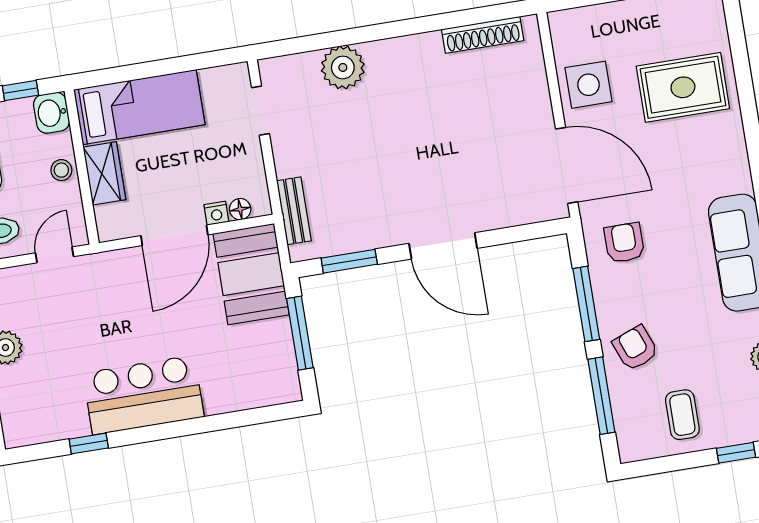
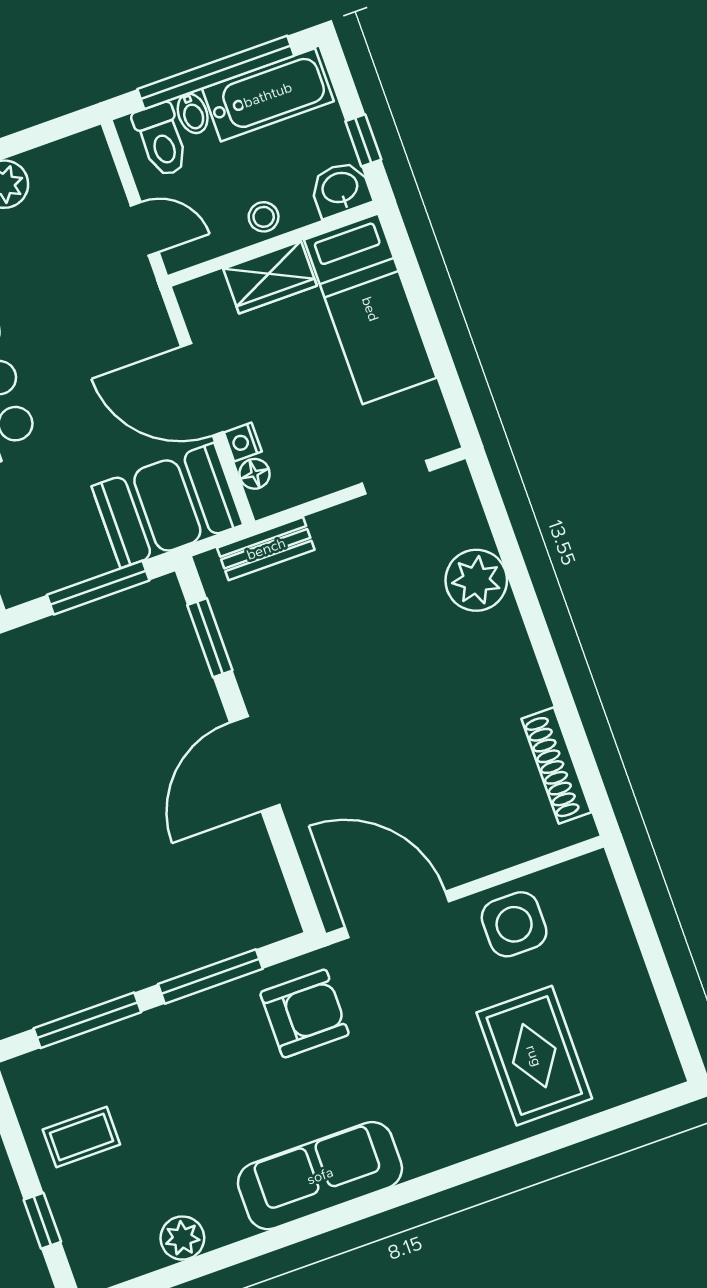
door: (567, 165) -> (397, 914), swing flipped
armchair: (624, 243) -> (305, 1014), width x1.38, depth x1.38
armchair: (635, 348) -> (162, 1055), removed

